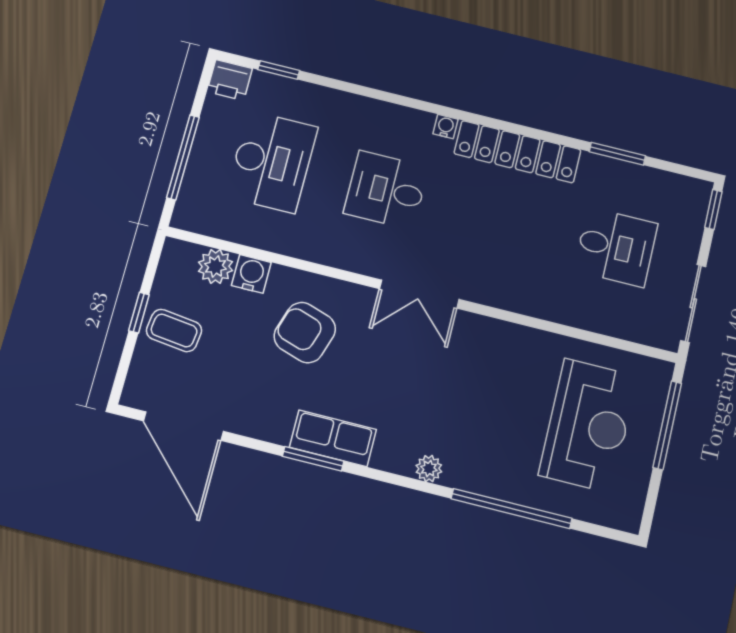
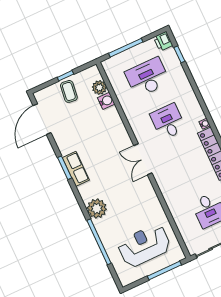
desk: (272, 162) -> (147, 77), turned 180
armchair: (305, 333) -> (101, 133), removed
reception desk: (588, 425) -> (144, 246), turned 180
plant: (429, 469) -> (97, 209), width x1.87, depth x1.87

